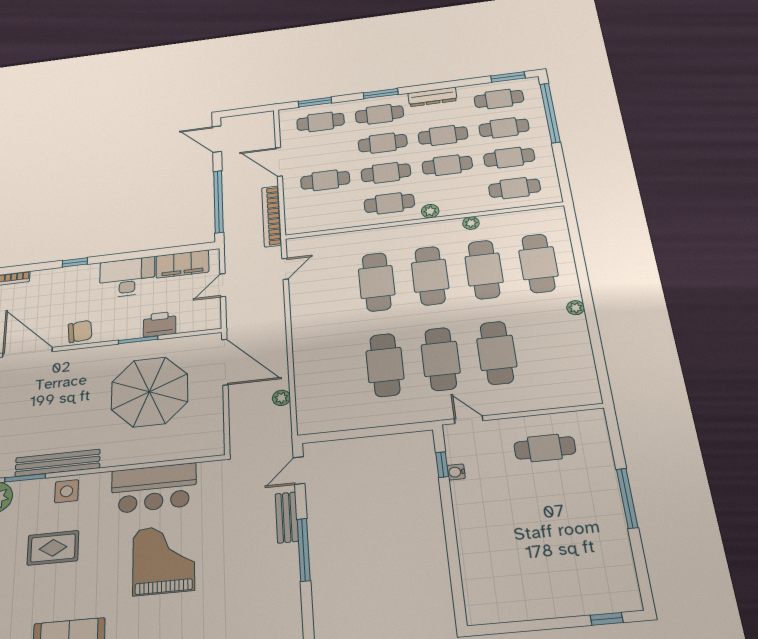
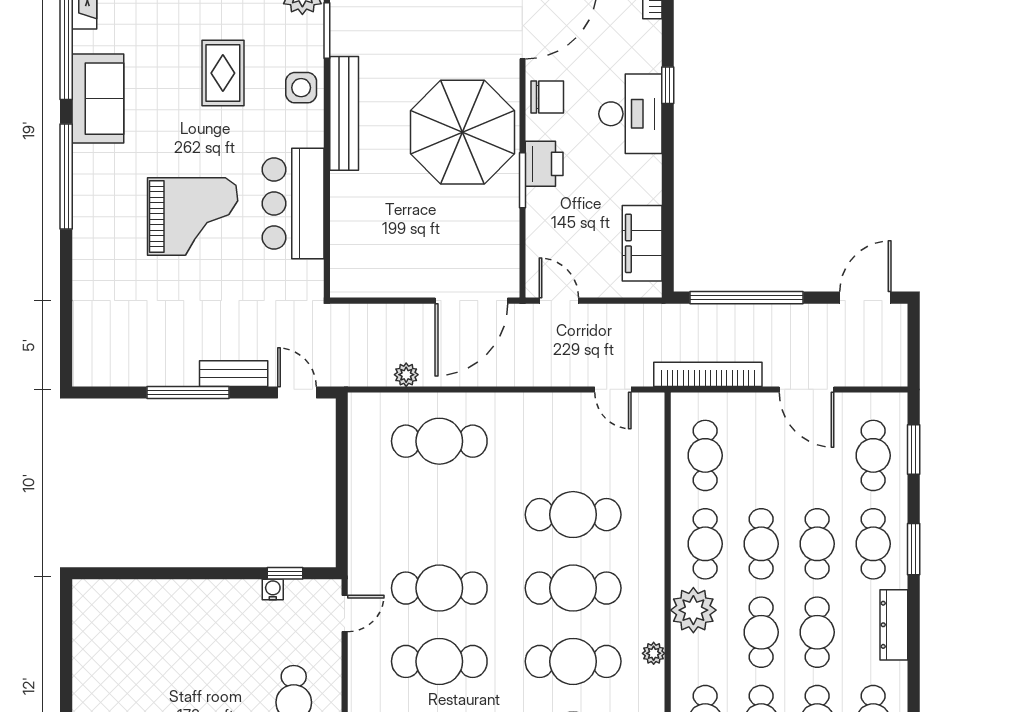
door: (279, 162) -> (806, 389), swing flipped
cafe table: (325, 180) -> (705, 455), moved
plant: (430, 211) -> (693, 610), width x1.88, depth x1.88
desk: (127, 277) -> (630, 114), moved
door: (223, 285) -> (559, 301), moved
printer: (160, 324) -> (544, 164), moved
chair: (80, 331) -> (547, 97), turned -85
cafe table: (385, 365) -> (439, 441), moved
parasol: (150, 392) -> (462, 132), moved
bench: (58, 463) -> (344, 113), moved

